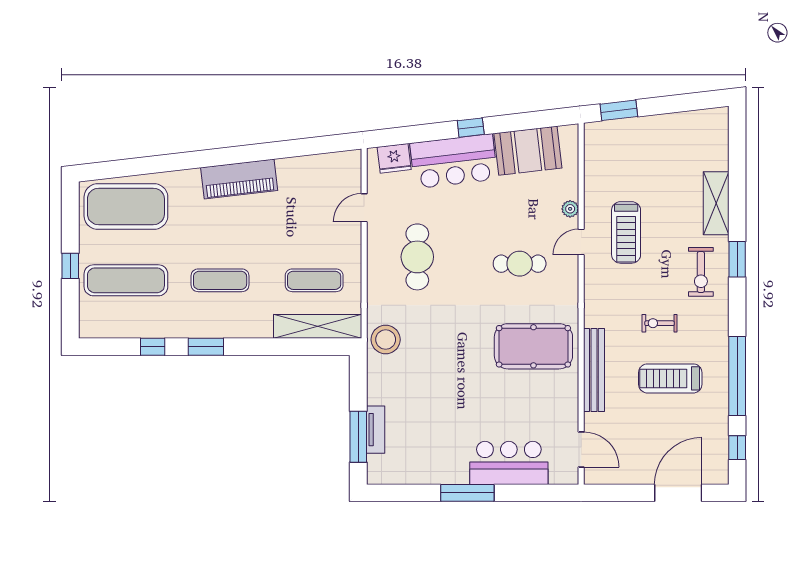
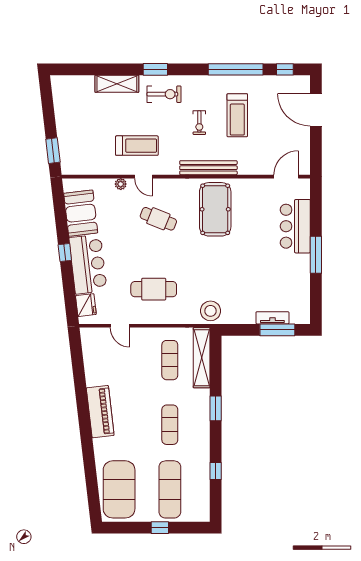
cafe table: (520, 264) -> (158, 219), turned -68
window: (206, 347) -> (216, 408), moved
bench: (594, 370) -> (208, 168), moved

